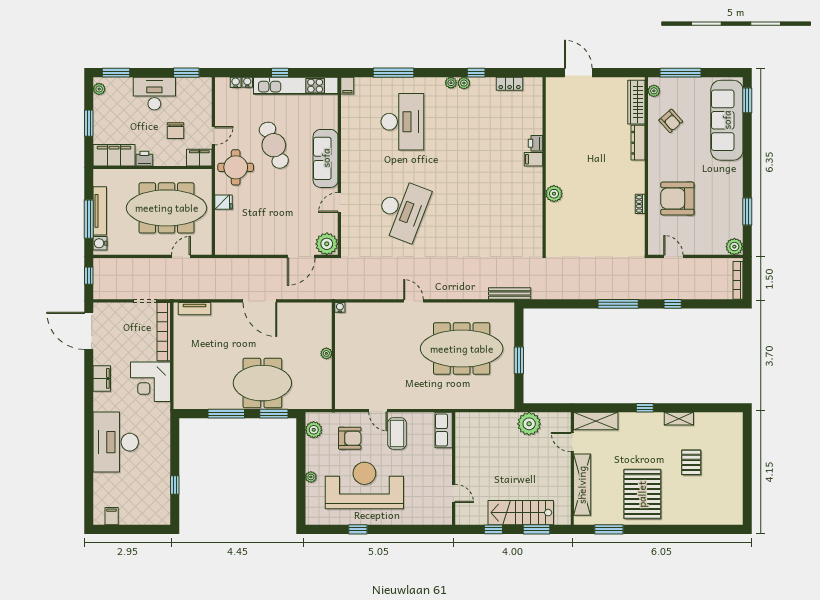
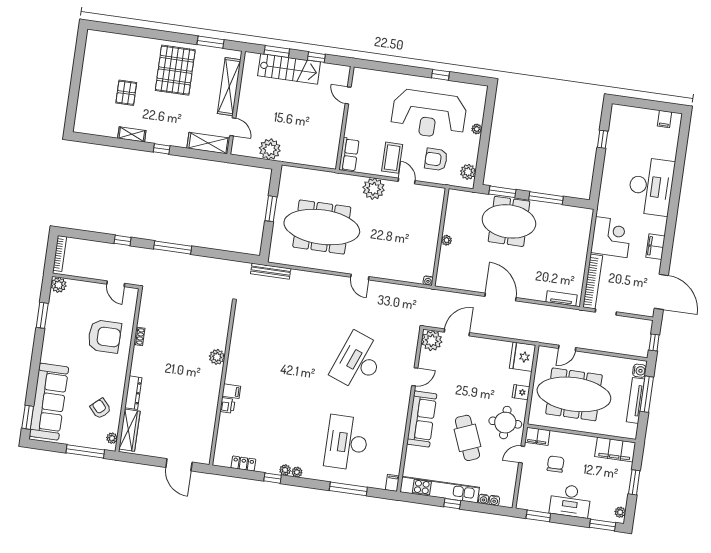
printer: (144, 159) -> (588, 443), removed
fridge: (227, 240) -> (523, 357), added
plant: (412, 397) -> (374, 189), added

